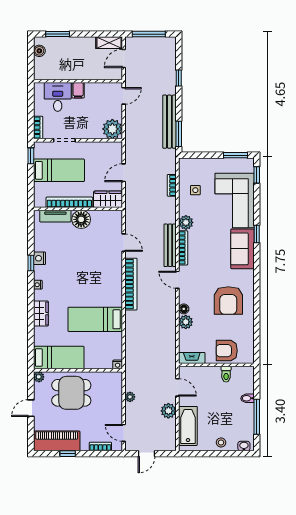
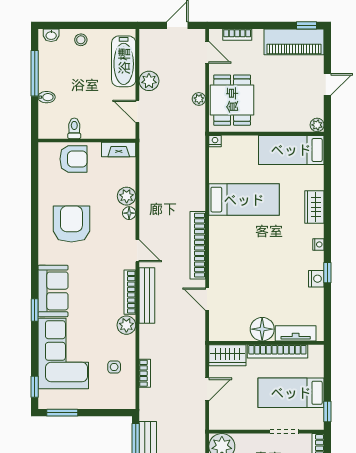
dining table: (71, 393) -> (232, 100), moved, turned 90
window: (68, 454) -> (306, 25), moved

